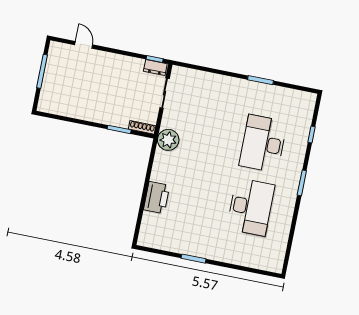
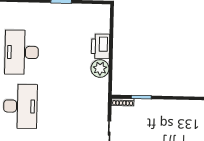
plant: (168, 140) -> (100, 69), moved

